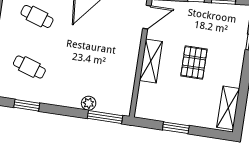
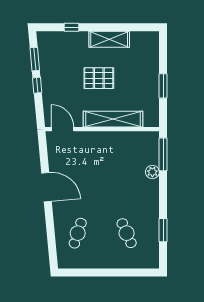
shelving: (151, 61) -> (113, 119), width x1.47
cafe table: (29, 67) -> (127, 233), turned -42
shelving: (228, 108) -> (109, 39), moved

